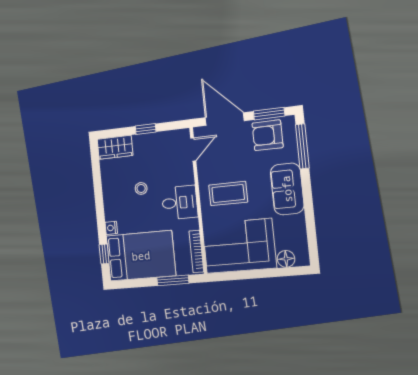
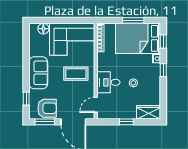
window: (302, 146) -> (26, 99), width x0.46
desk: (180, 203) -> (108, 82), moved
window: (100, 212) -> (163, 70), added
window: (173, 280) -> (133, 20), moved

